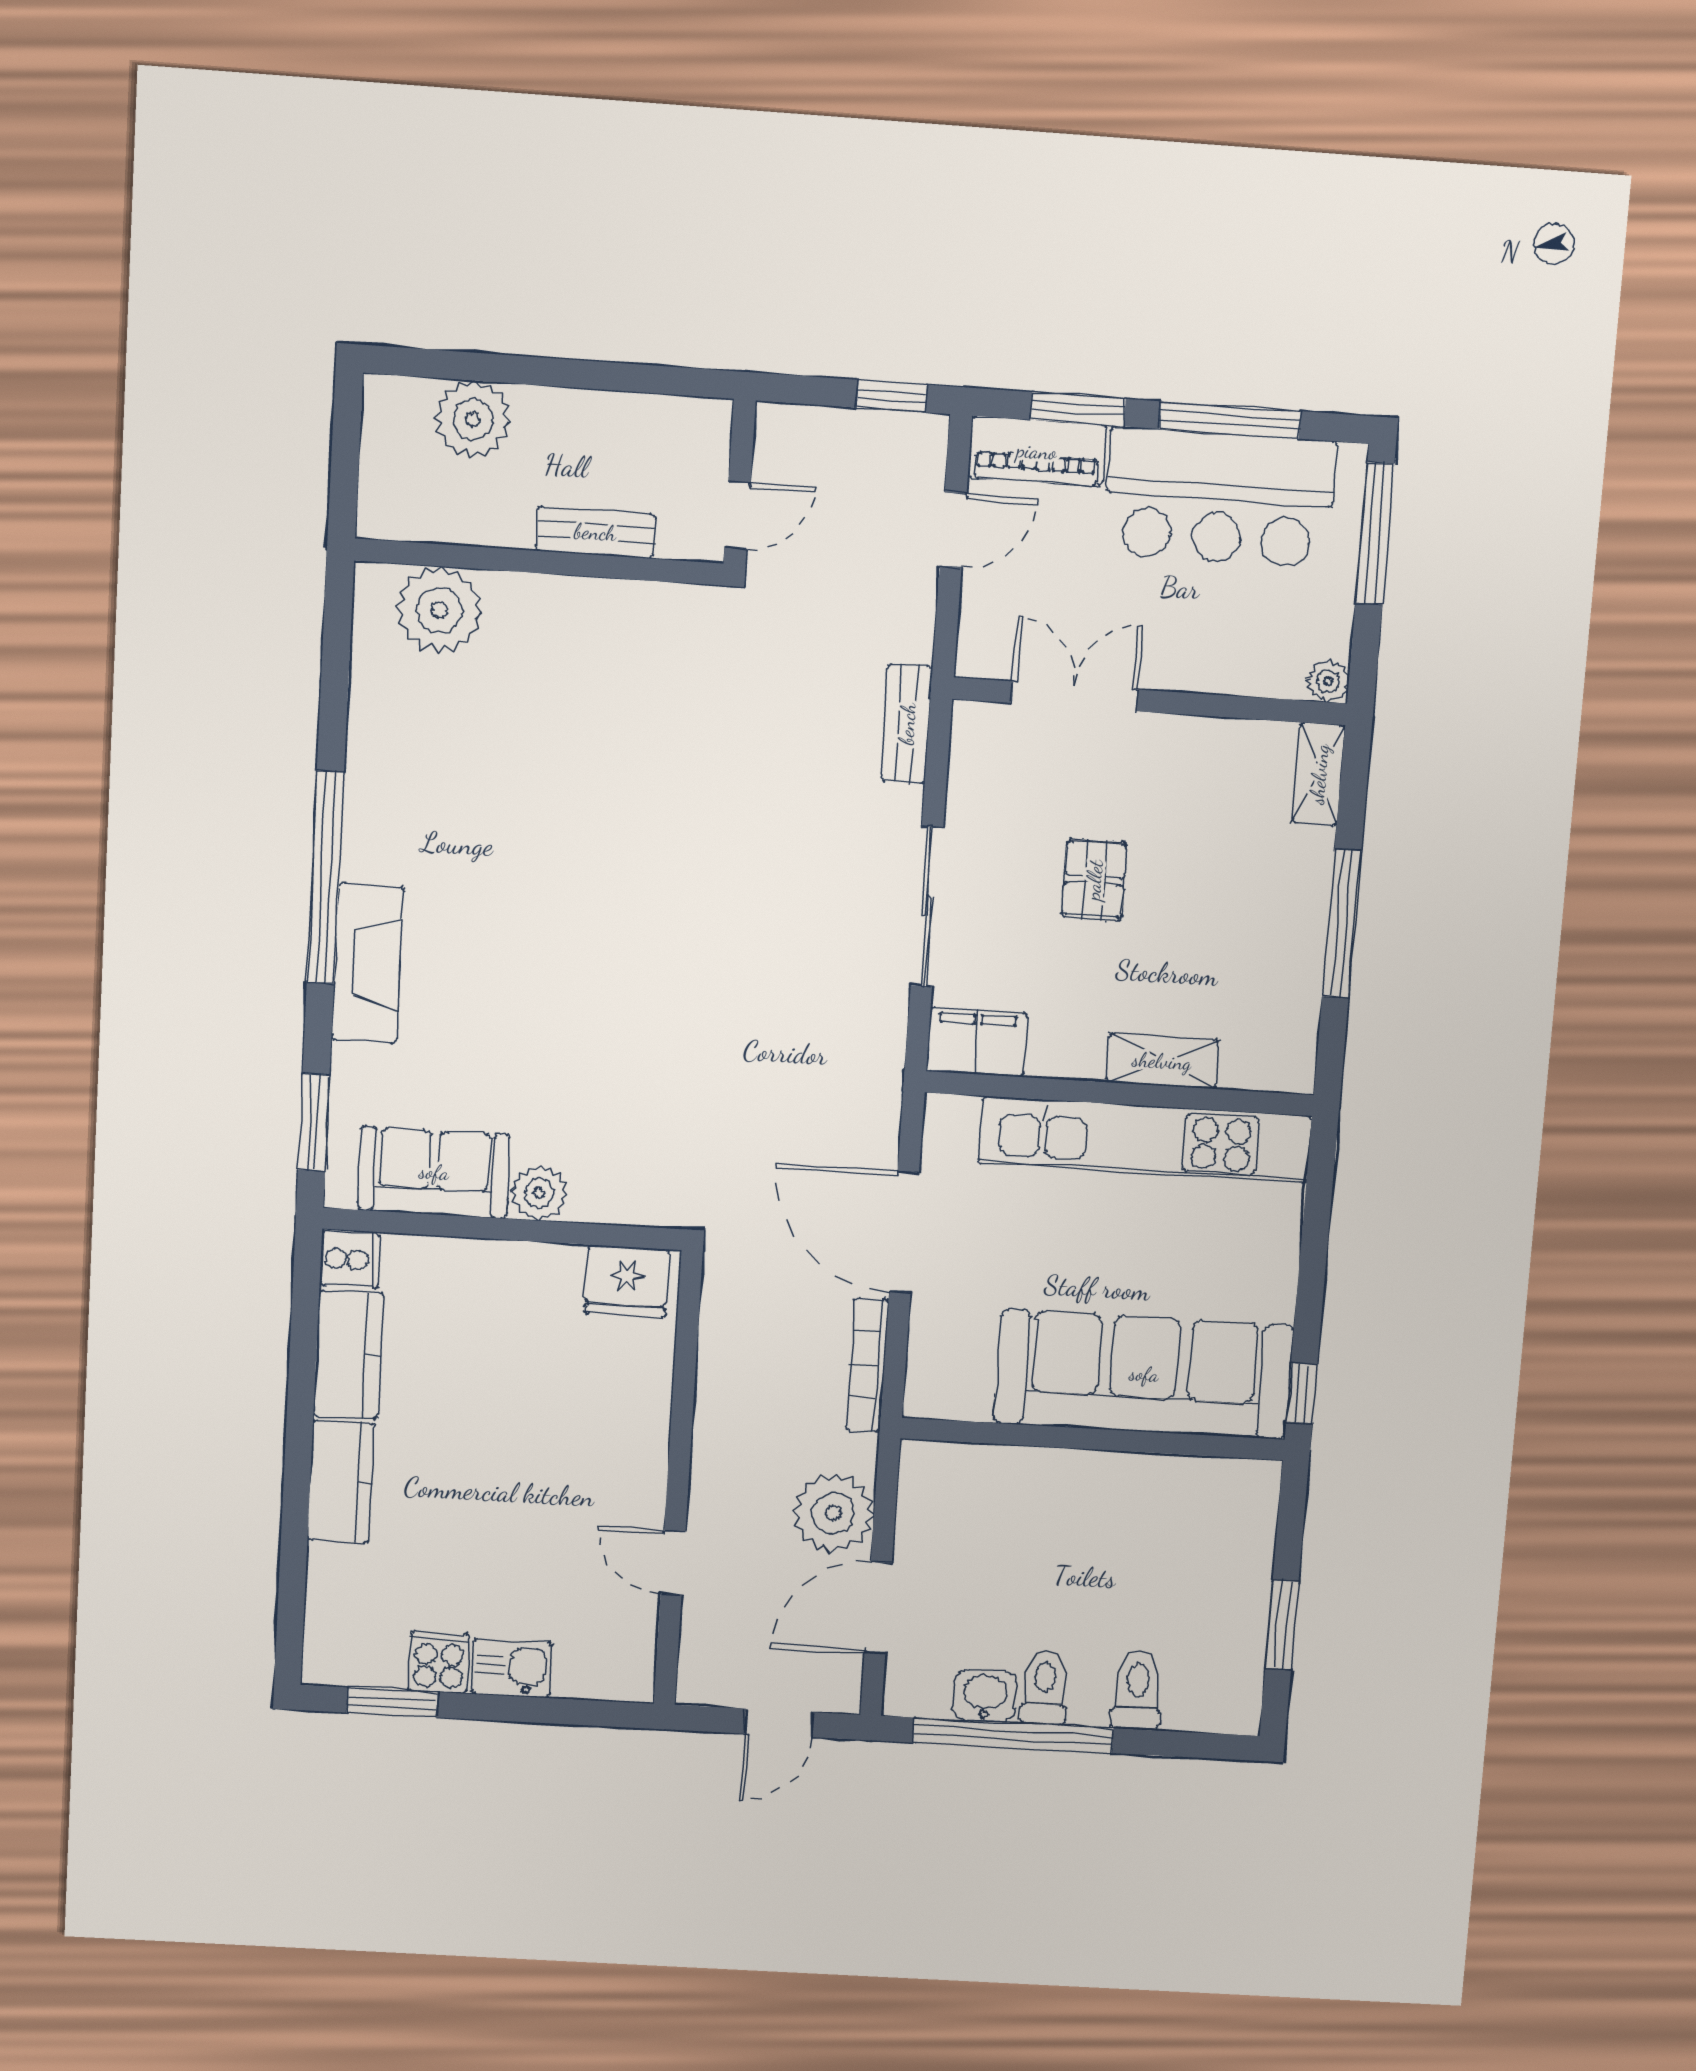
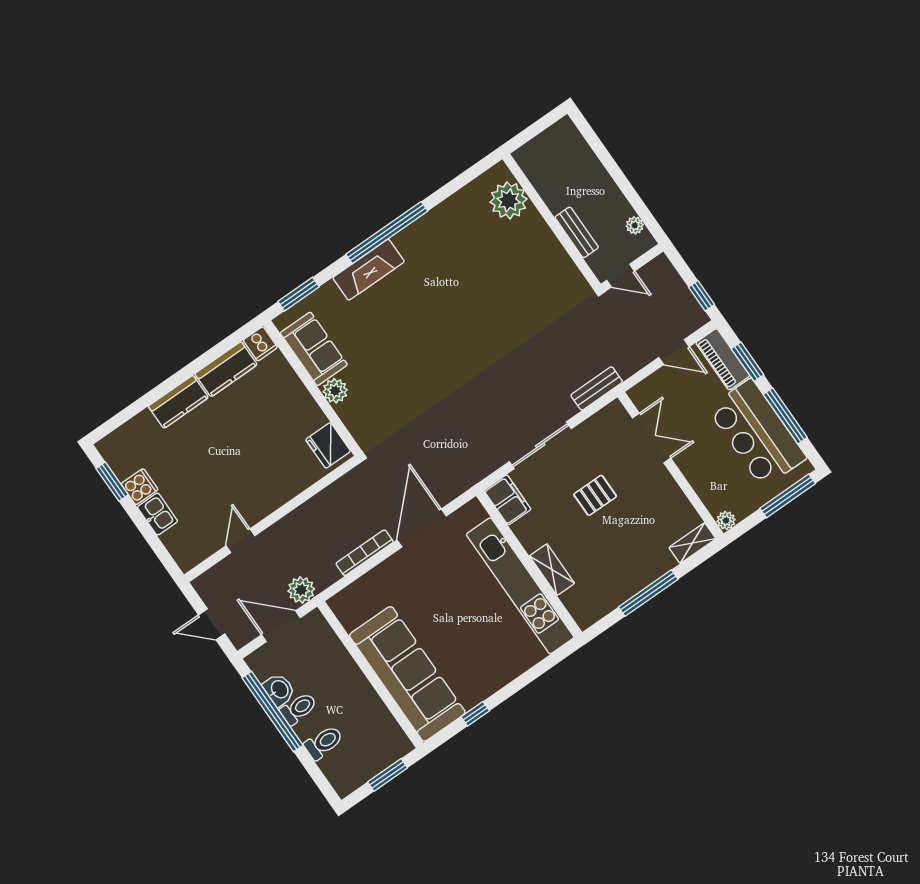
plant: (473, 419) -> (635, 225), moved, width x0.53, depth x0.53
sofa: (1144, 1374) -> (407, 674), moved
wall: (1093, 1439) -> (370, 675), moved
plant: (833, 1513) -> (301, 590), width x0.73, depth x0.73

